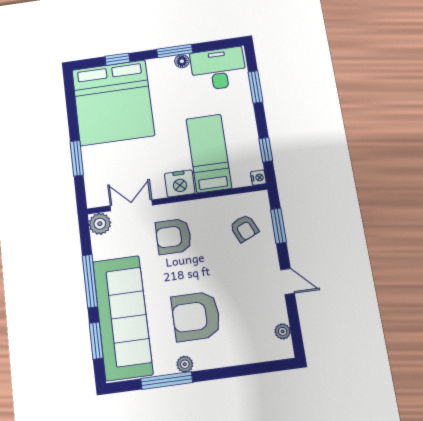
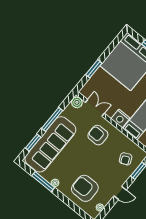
door: (288, 281) -> (120, 193), hinge flipped
armchair: (196, 316) -> (85, 188), moved

